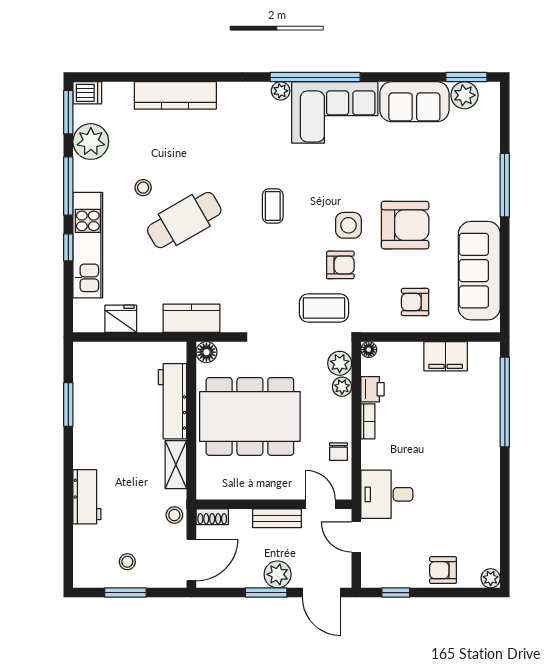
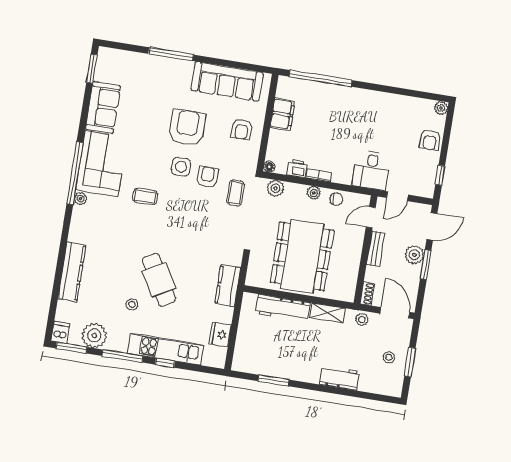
plant: (464, 95) -> (104, 72), removed
coffee table: (273, 206) -> (145, 196), moved
coffee table: (324, 308) -> (235, 193), width x0.73, depth x0.77
floor lamp: (206, 352) -> (253, 279), removed
plant: (342, 387) -> (314, 193), moved

